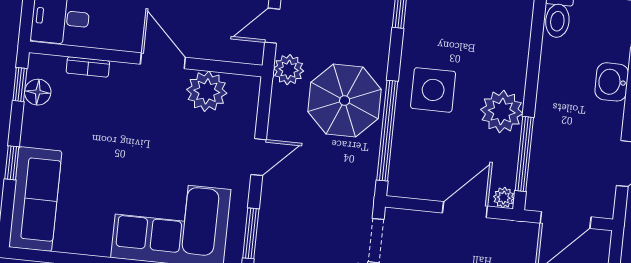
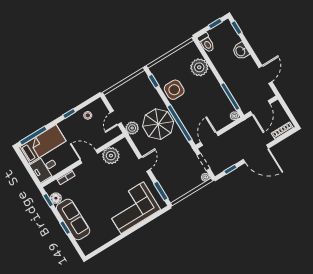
side table: (433, 90) -> (174, 90), moved
plant: (502, 111) -> (199, 67), moved
sofa: (35, 199) -> (73, 219), moved
door: (465, 210) -> (209, 139), moved

